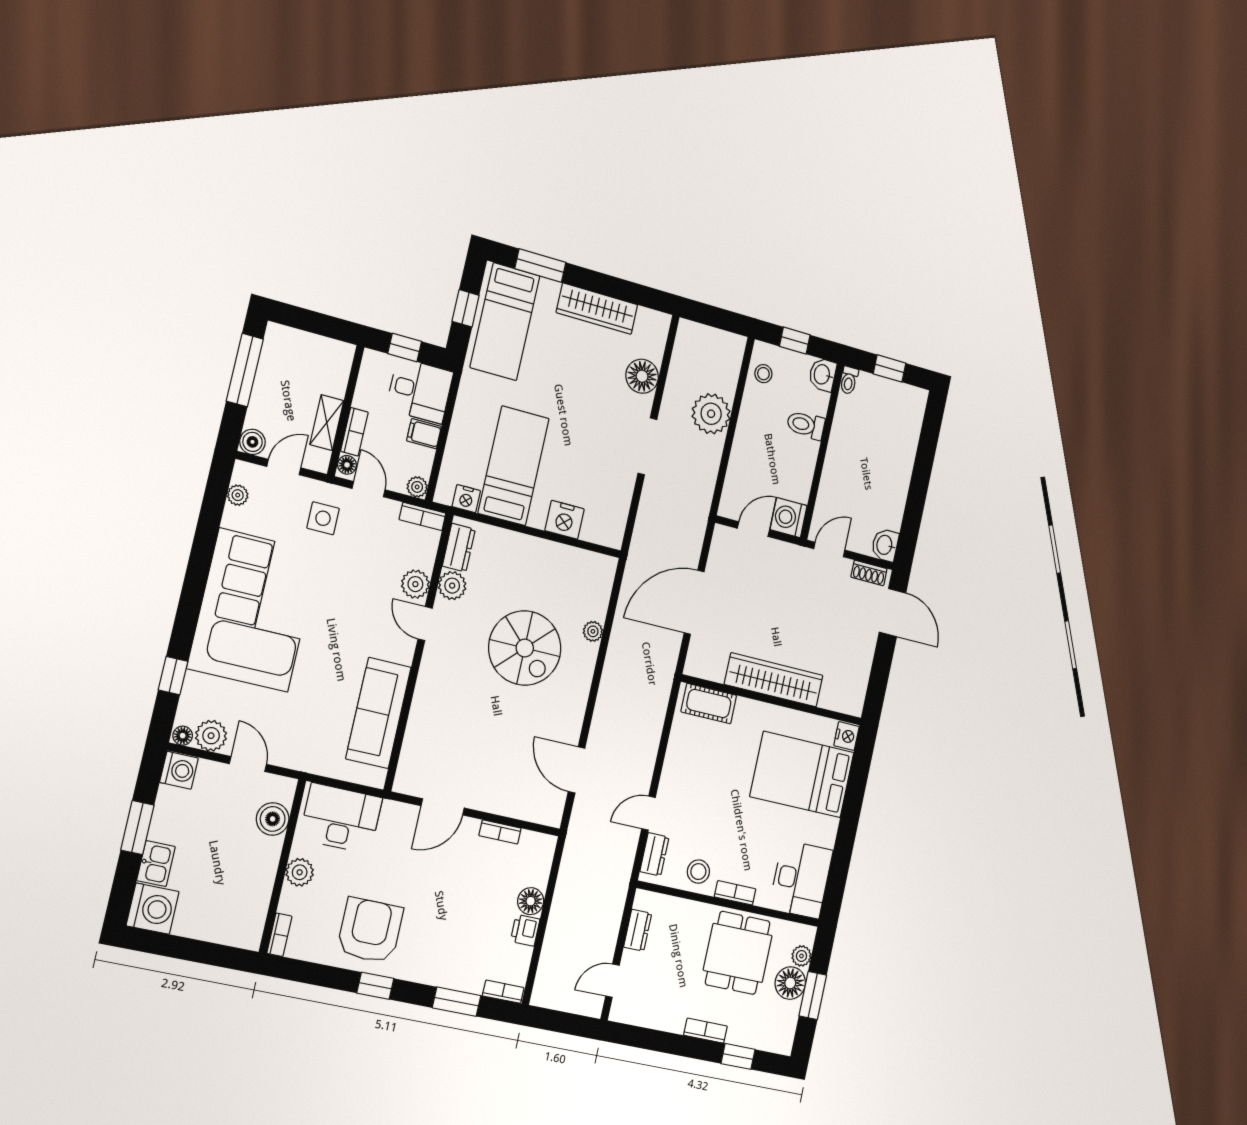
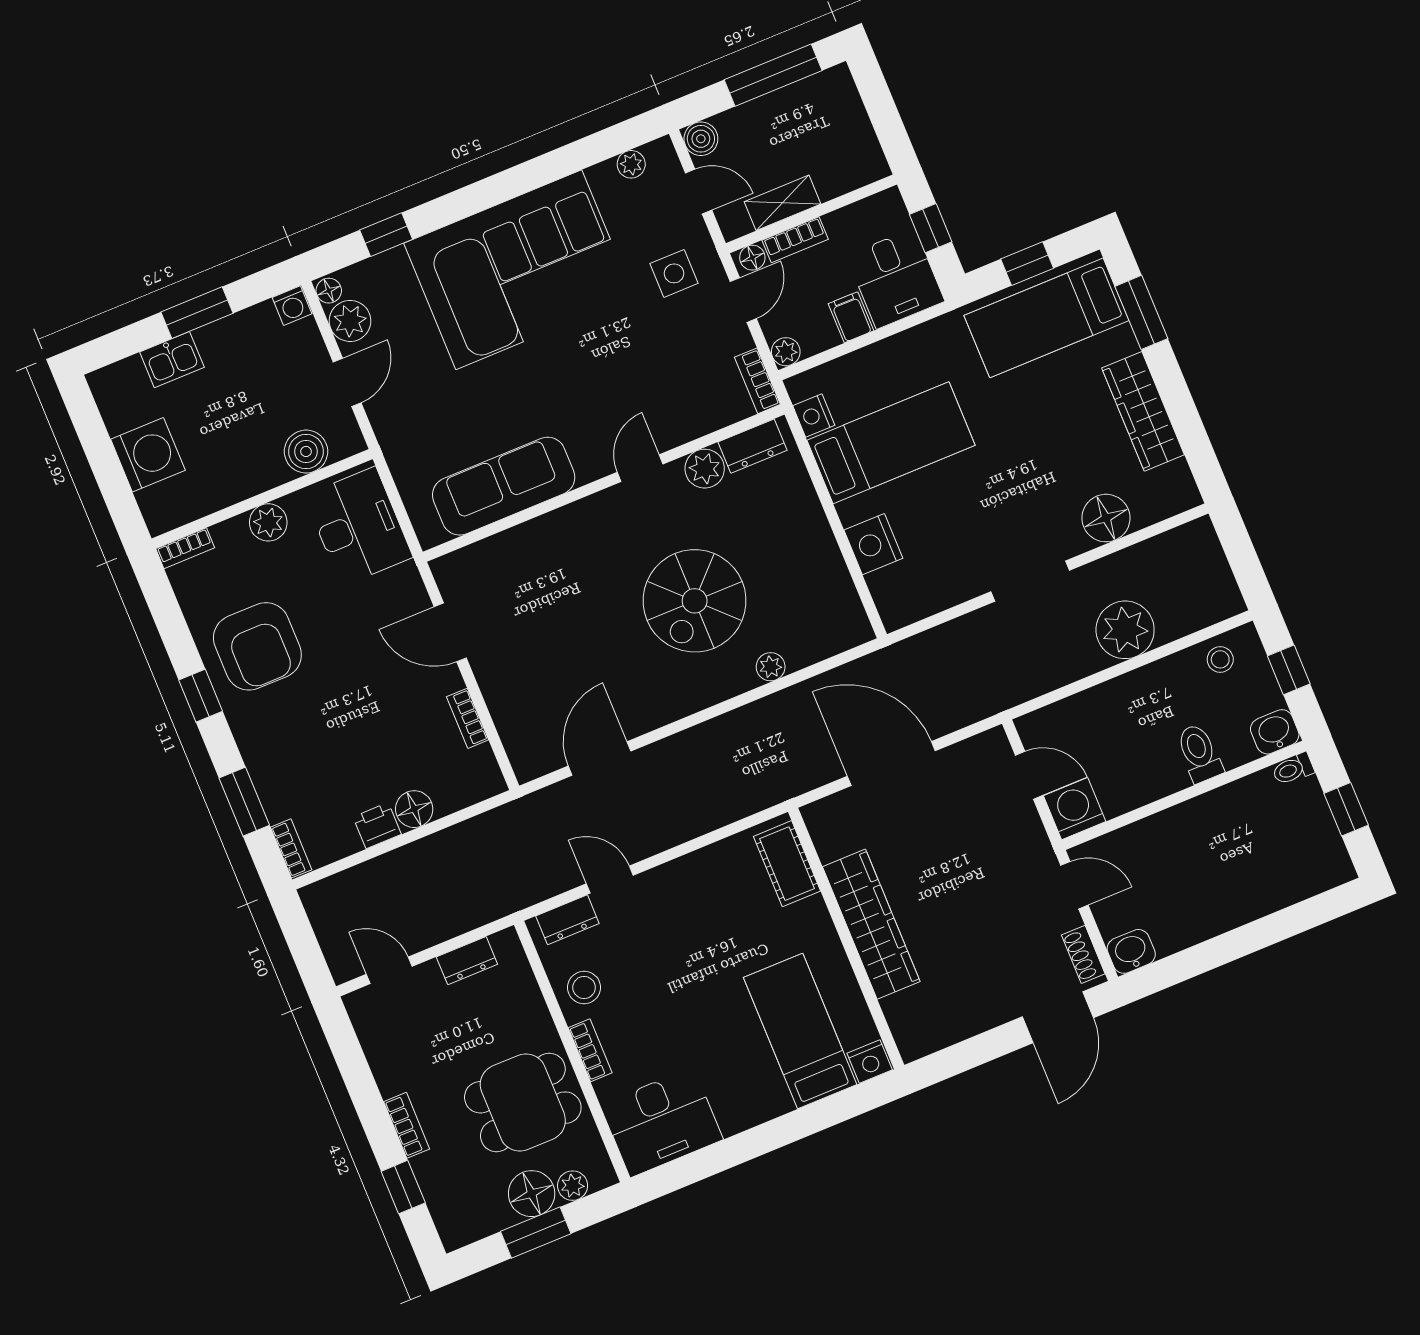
plant: (415, 584) -> (676, 426), removed
washing machine: (179, 770) -> (292, 306), width x0.73, depth x0.73
bed: (802, 774) -> (800, 1031), width x0.67
washing machine: (153, 909) -> (148, 455), moved, turned -90
armchair: (370, 930) -> (257, 646), turned 90

